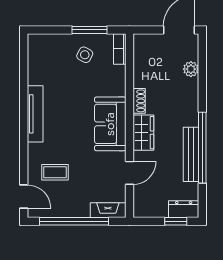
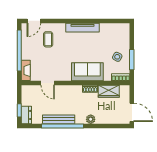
plant: (191, 69) -> (91, 119), moved
sofa: (110, 124) -> (87, 72), moved
wardrobe: (143, 133) -> (109, 91), moved

